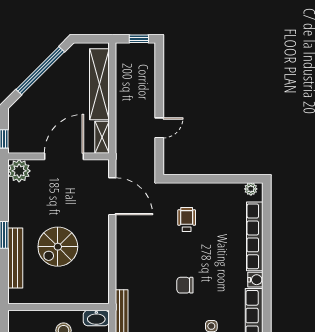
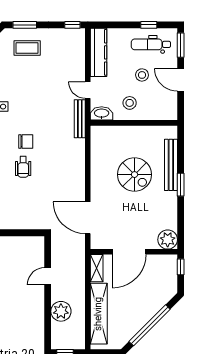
plant: (144, 87) -> (61, 311), added
wheelchair: (187, 219) -> (23, 167), moved
spiral stairs: (58, 247) -> (135, 175), turned 90

